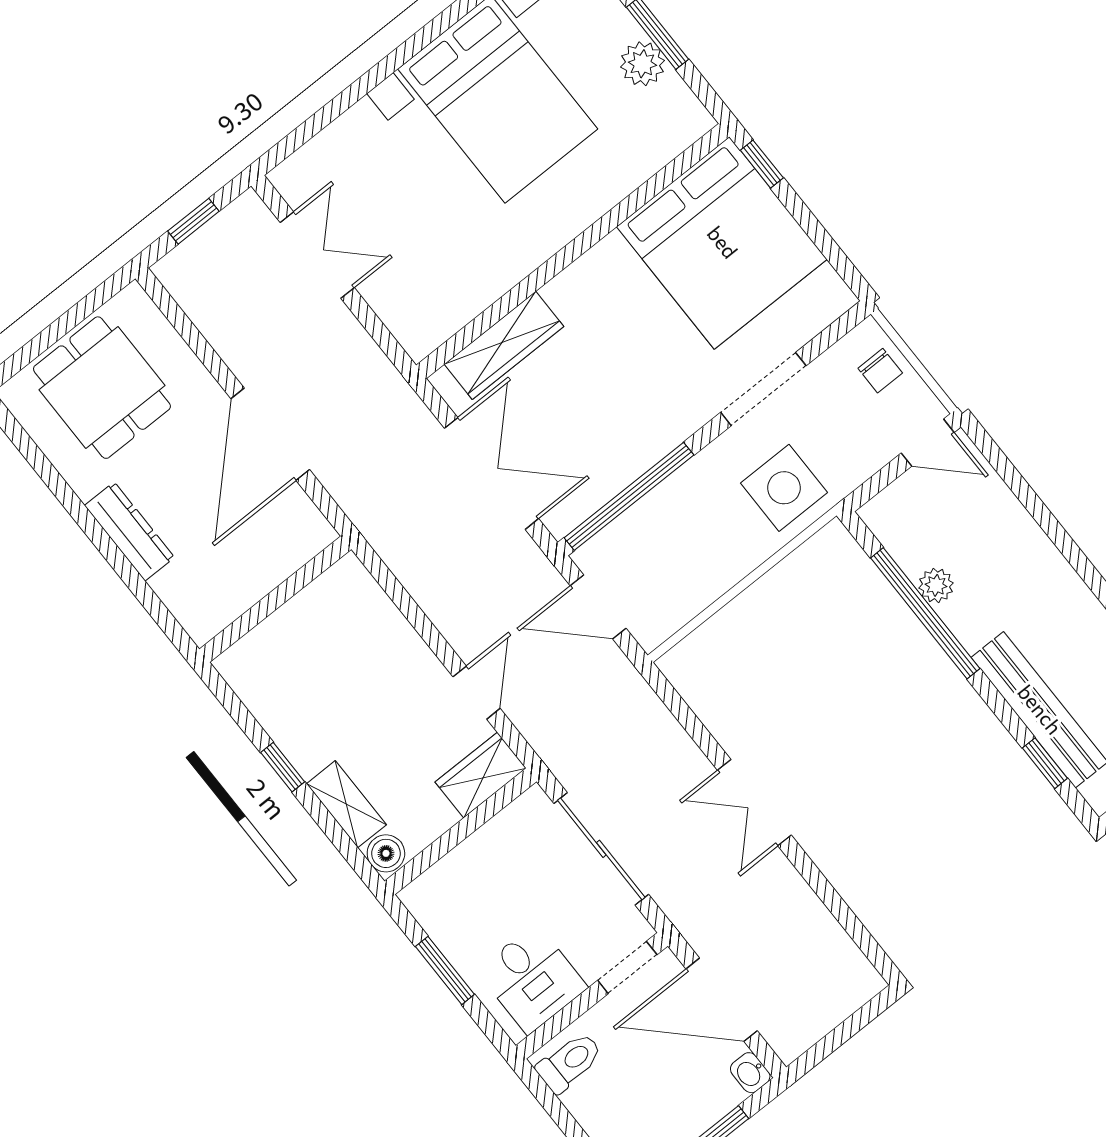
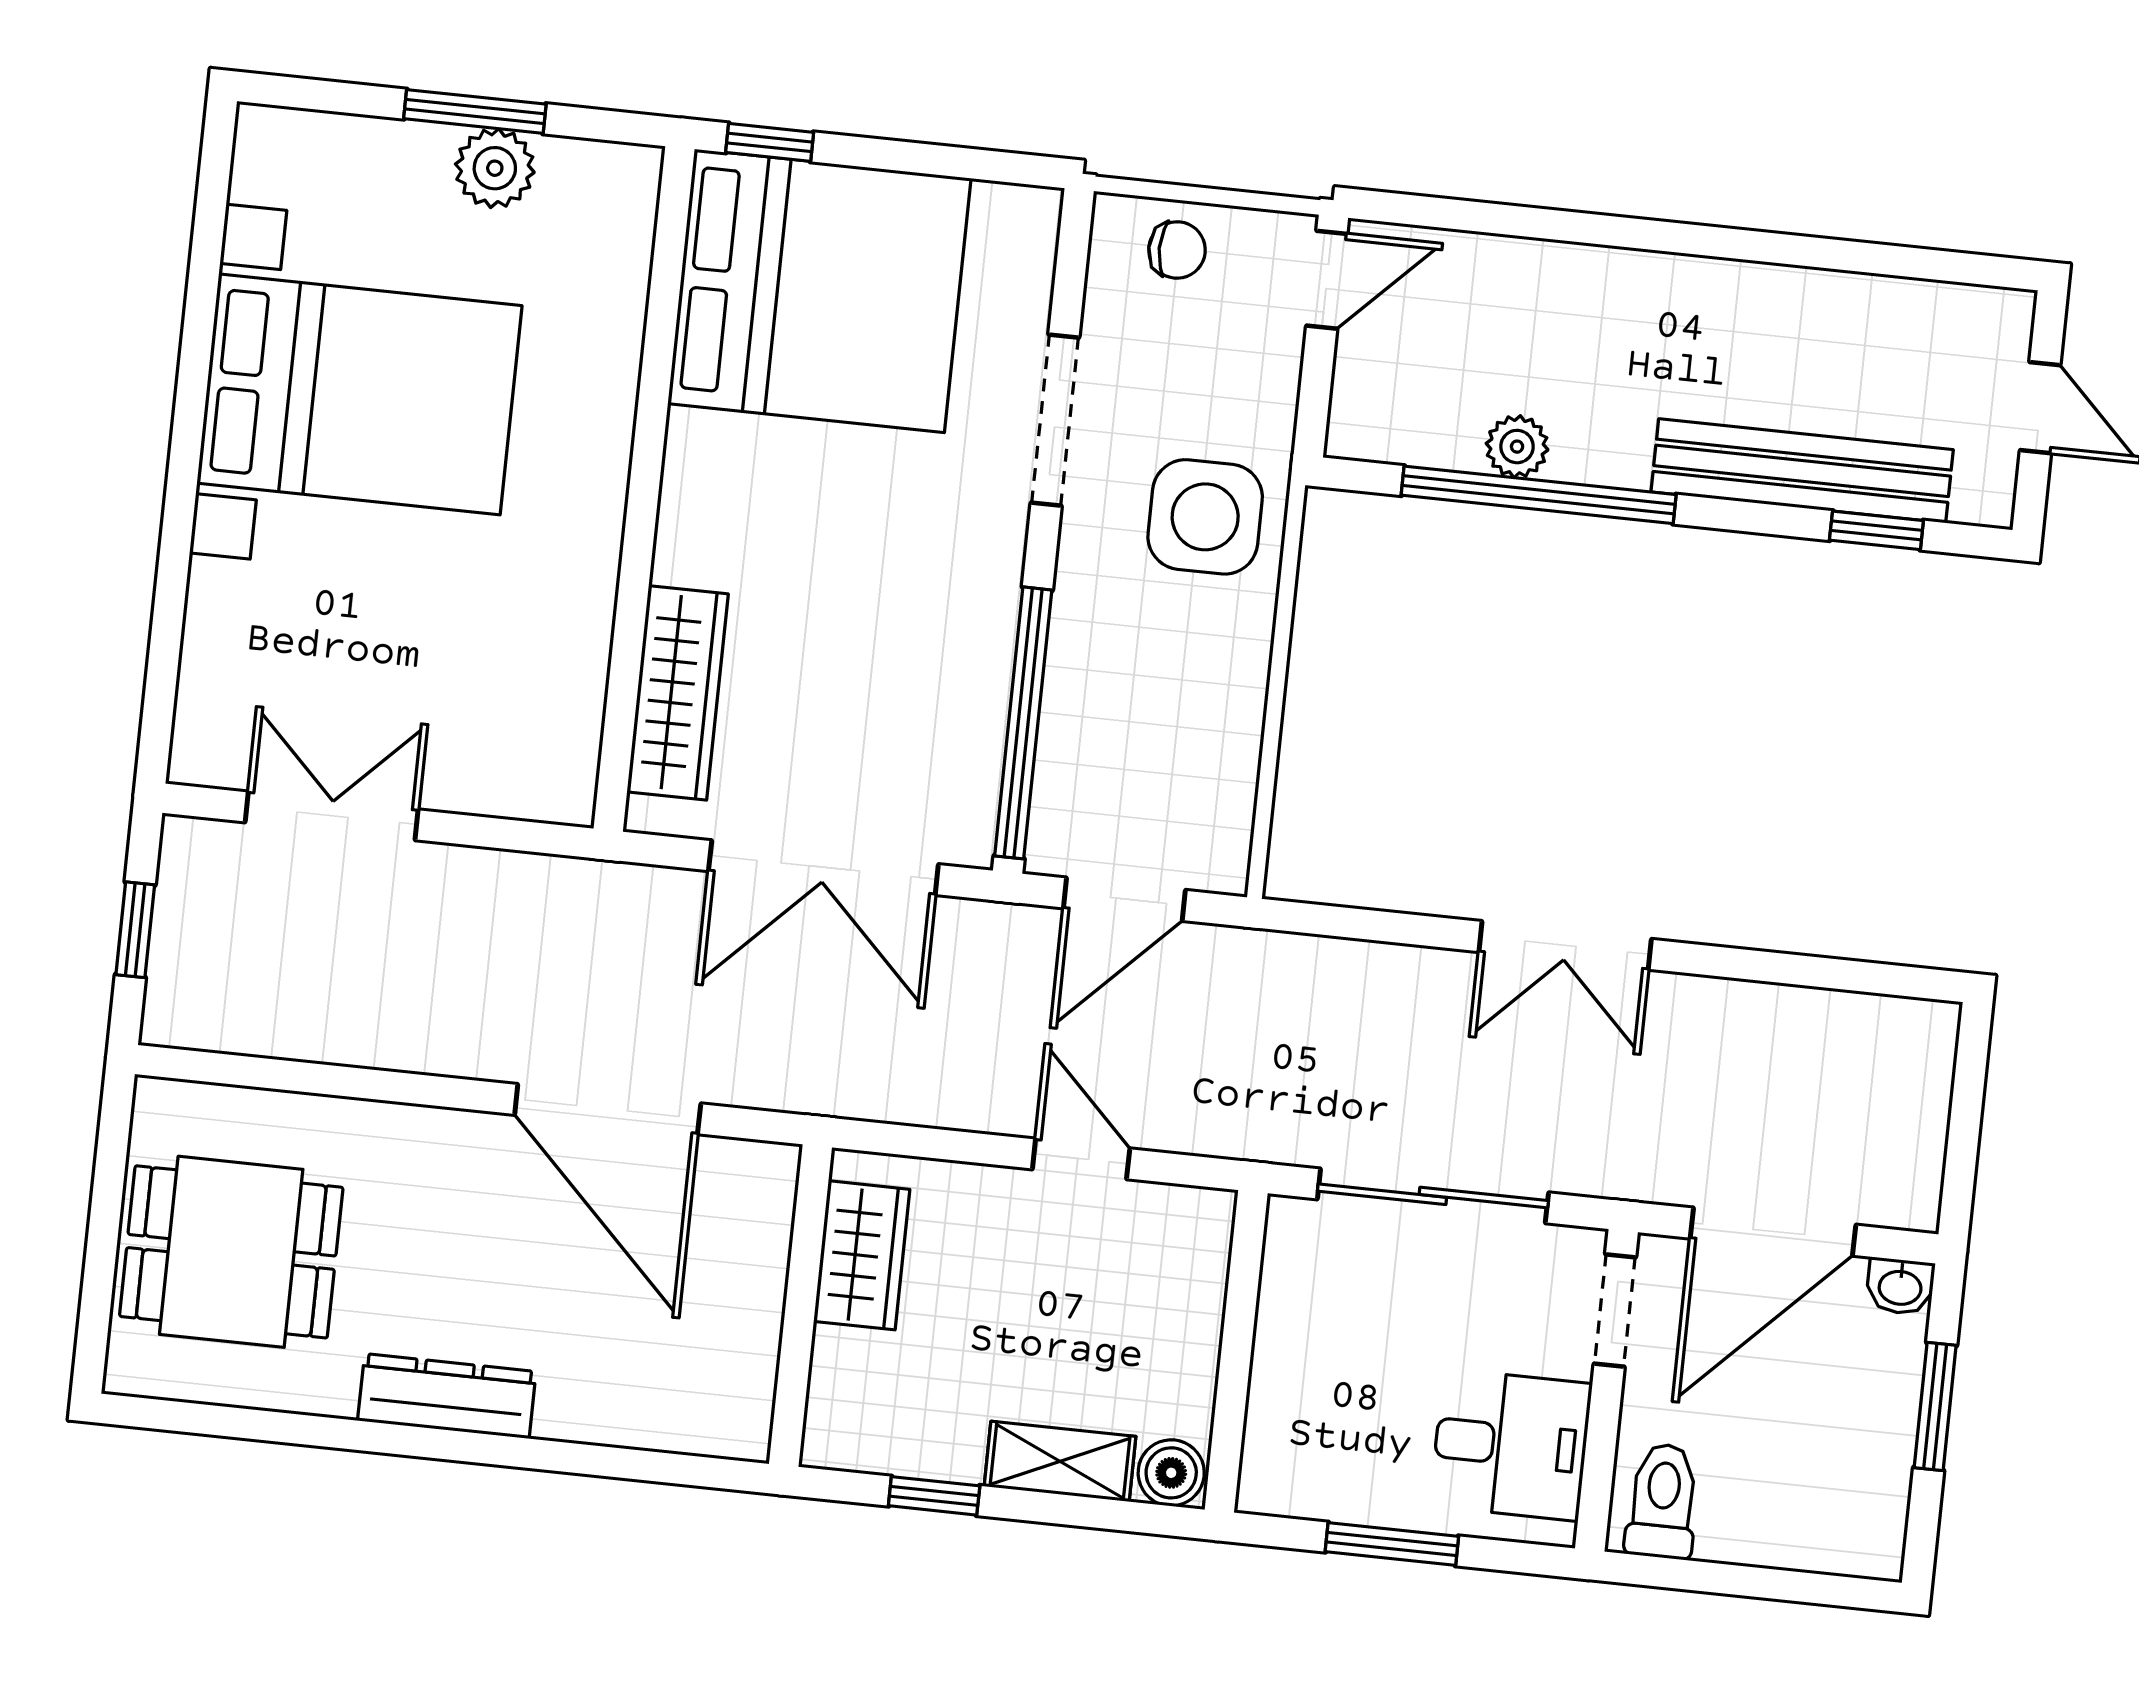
door: (270, 434) -> (608, 1109), moved
double door: (492, 473) -> (823, 868), swing flipped
wall: (275, 599) -> (800, 1306), moved
wardrobe: (481, 775) -> (862, 1255), moved, turned 180

